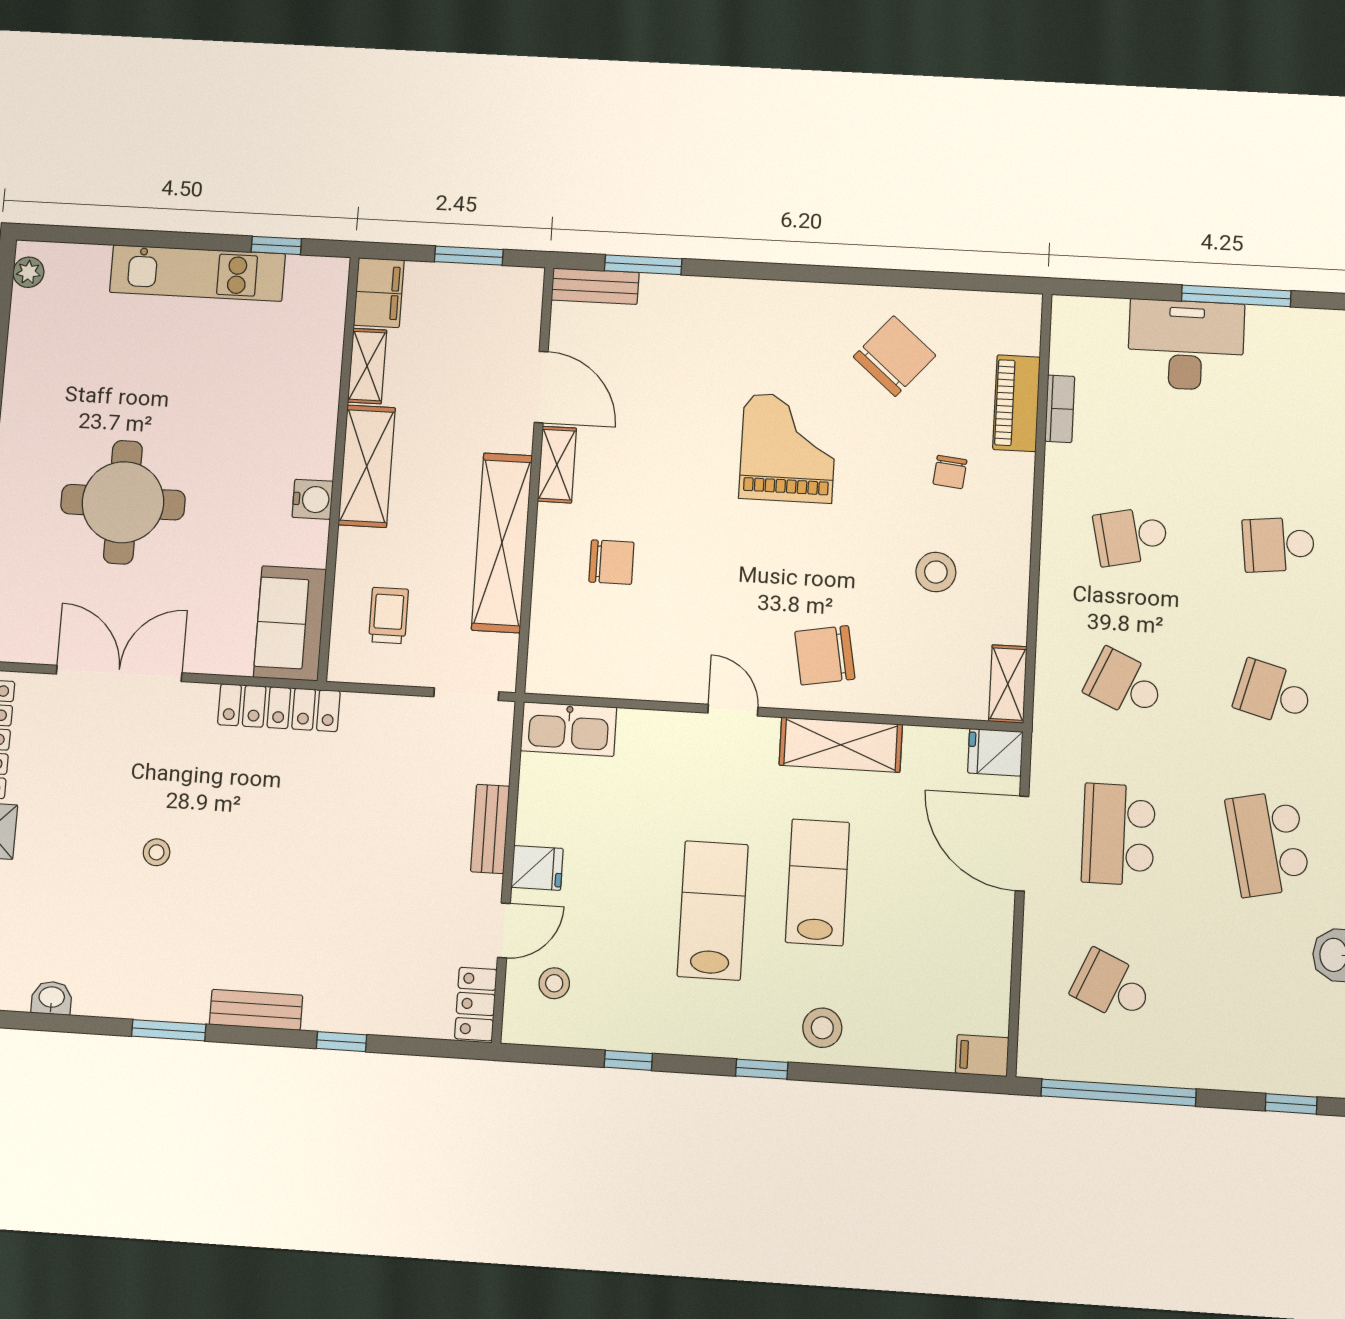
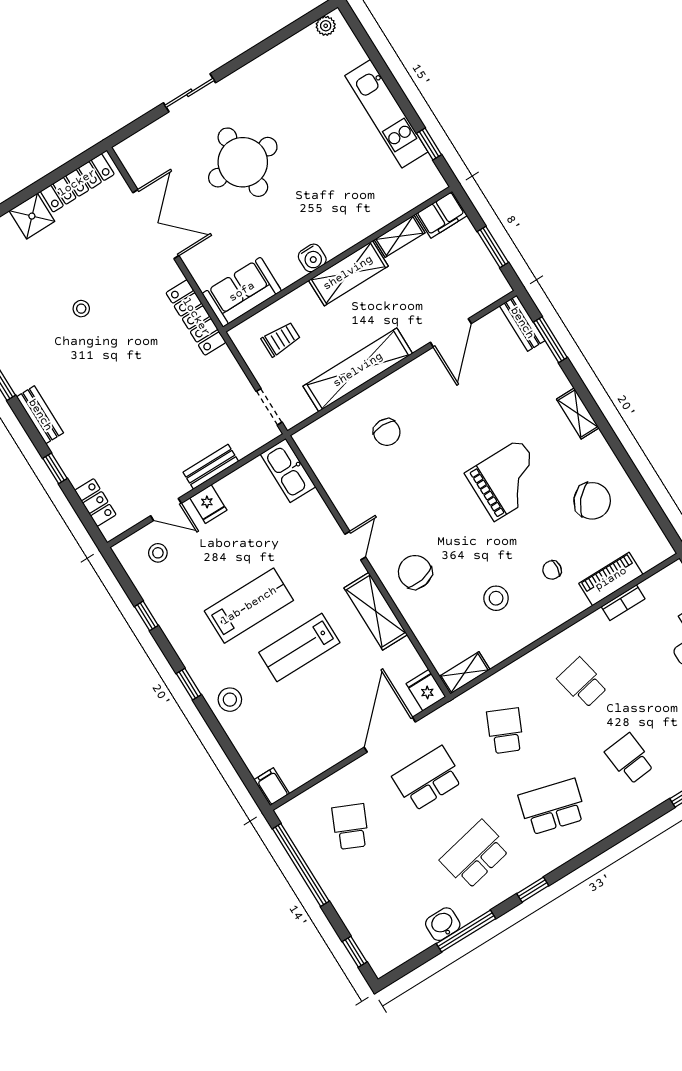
shelving: (557, 465) -> (578, 414), moved, turned 90
school desk: (1273, 693) -> (552, 807), width x1.85
lab bench: (817, 882) -> (299, 647), turned 180
locker: (476, 1004) -> (95, 502), moved, turned 90

